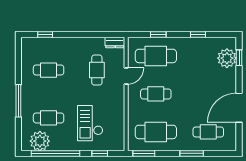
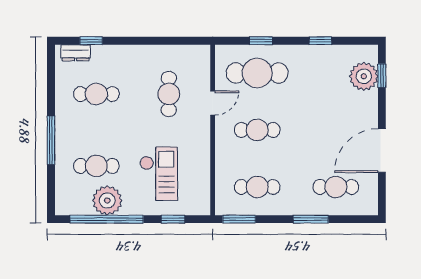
dresser: (115, 42) -> (76, 53), moved
checkout: (90, 123) -> (159, 174), turned 180
cafe table: (156, 132) -> (257, 187), width x0.73, depth x0.74
plant: (40, 141) -> (107, 201), moved

